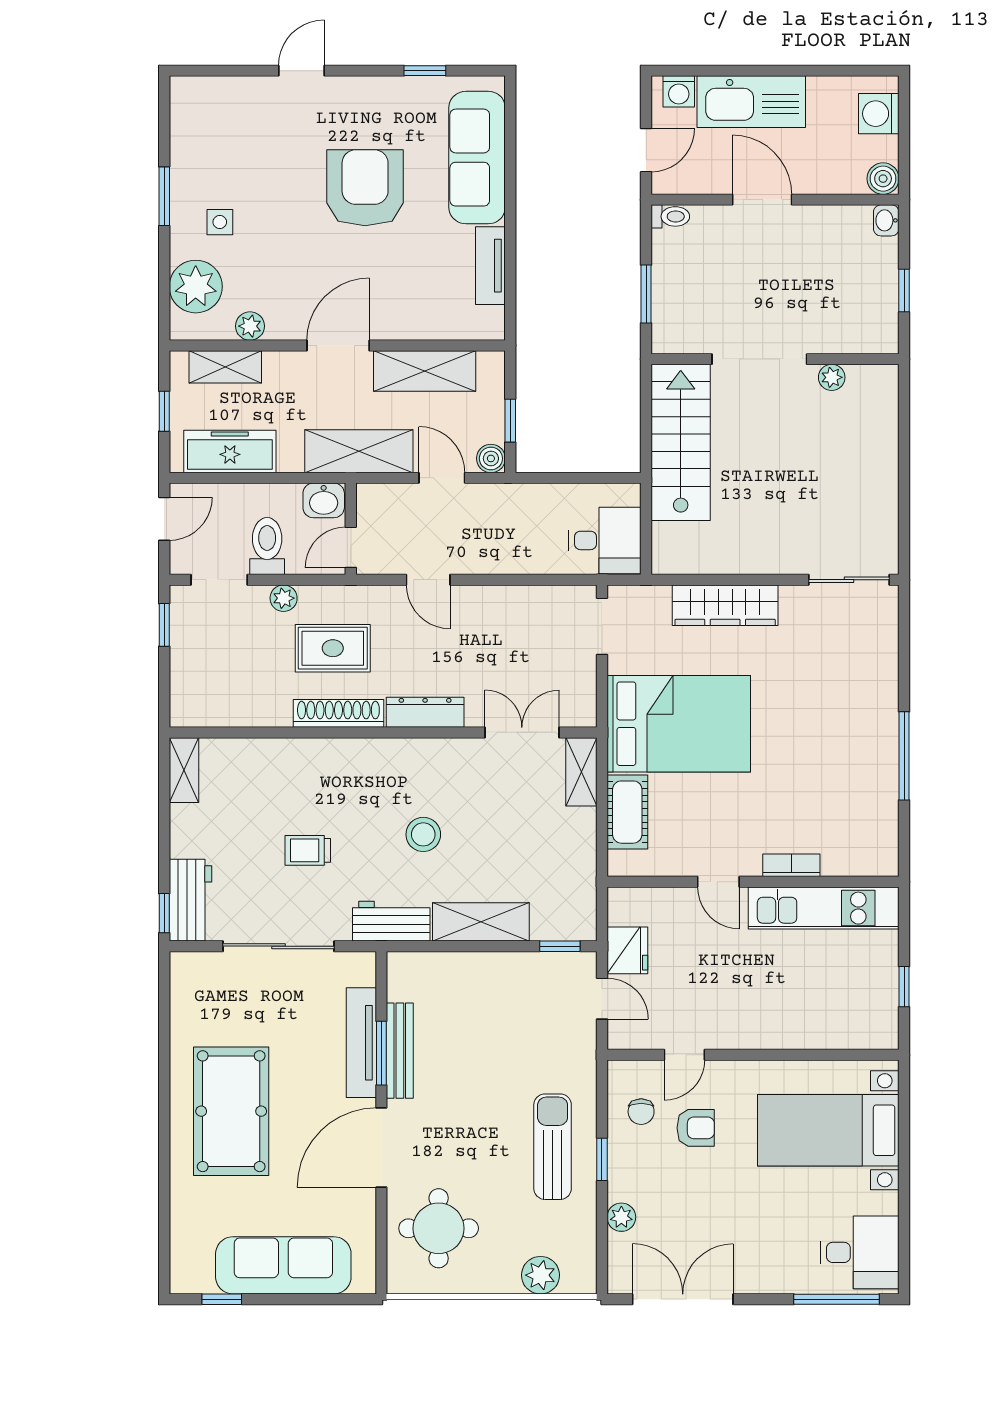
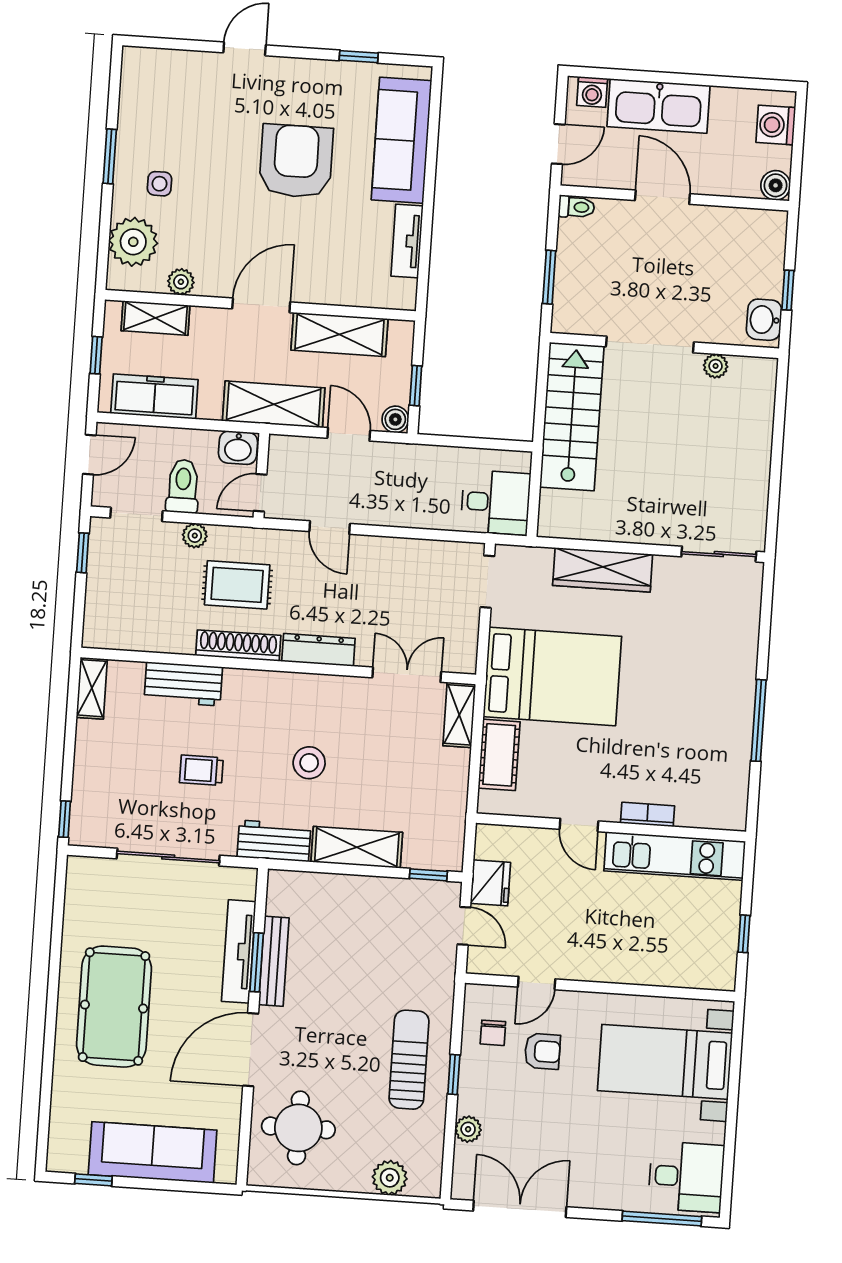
washbasin: (886, 220) -> (764, 320), moved, width x1.38, depth x1.45
workbench: (190, 900) -> (183, 684), moved, turned 90

